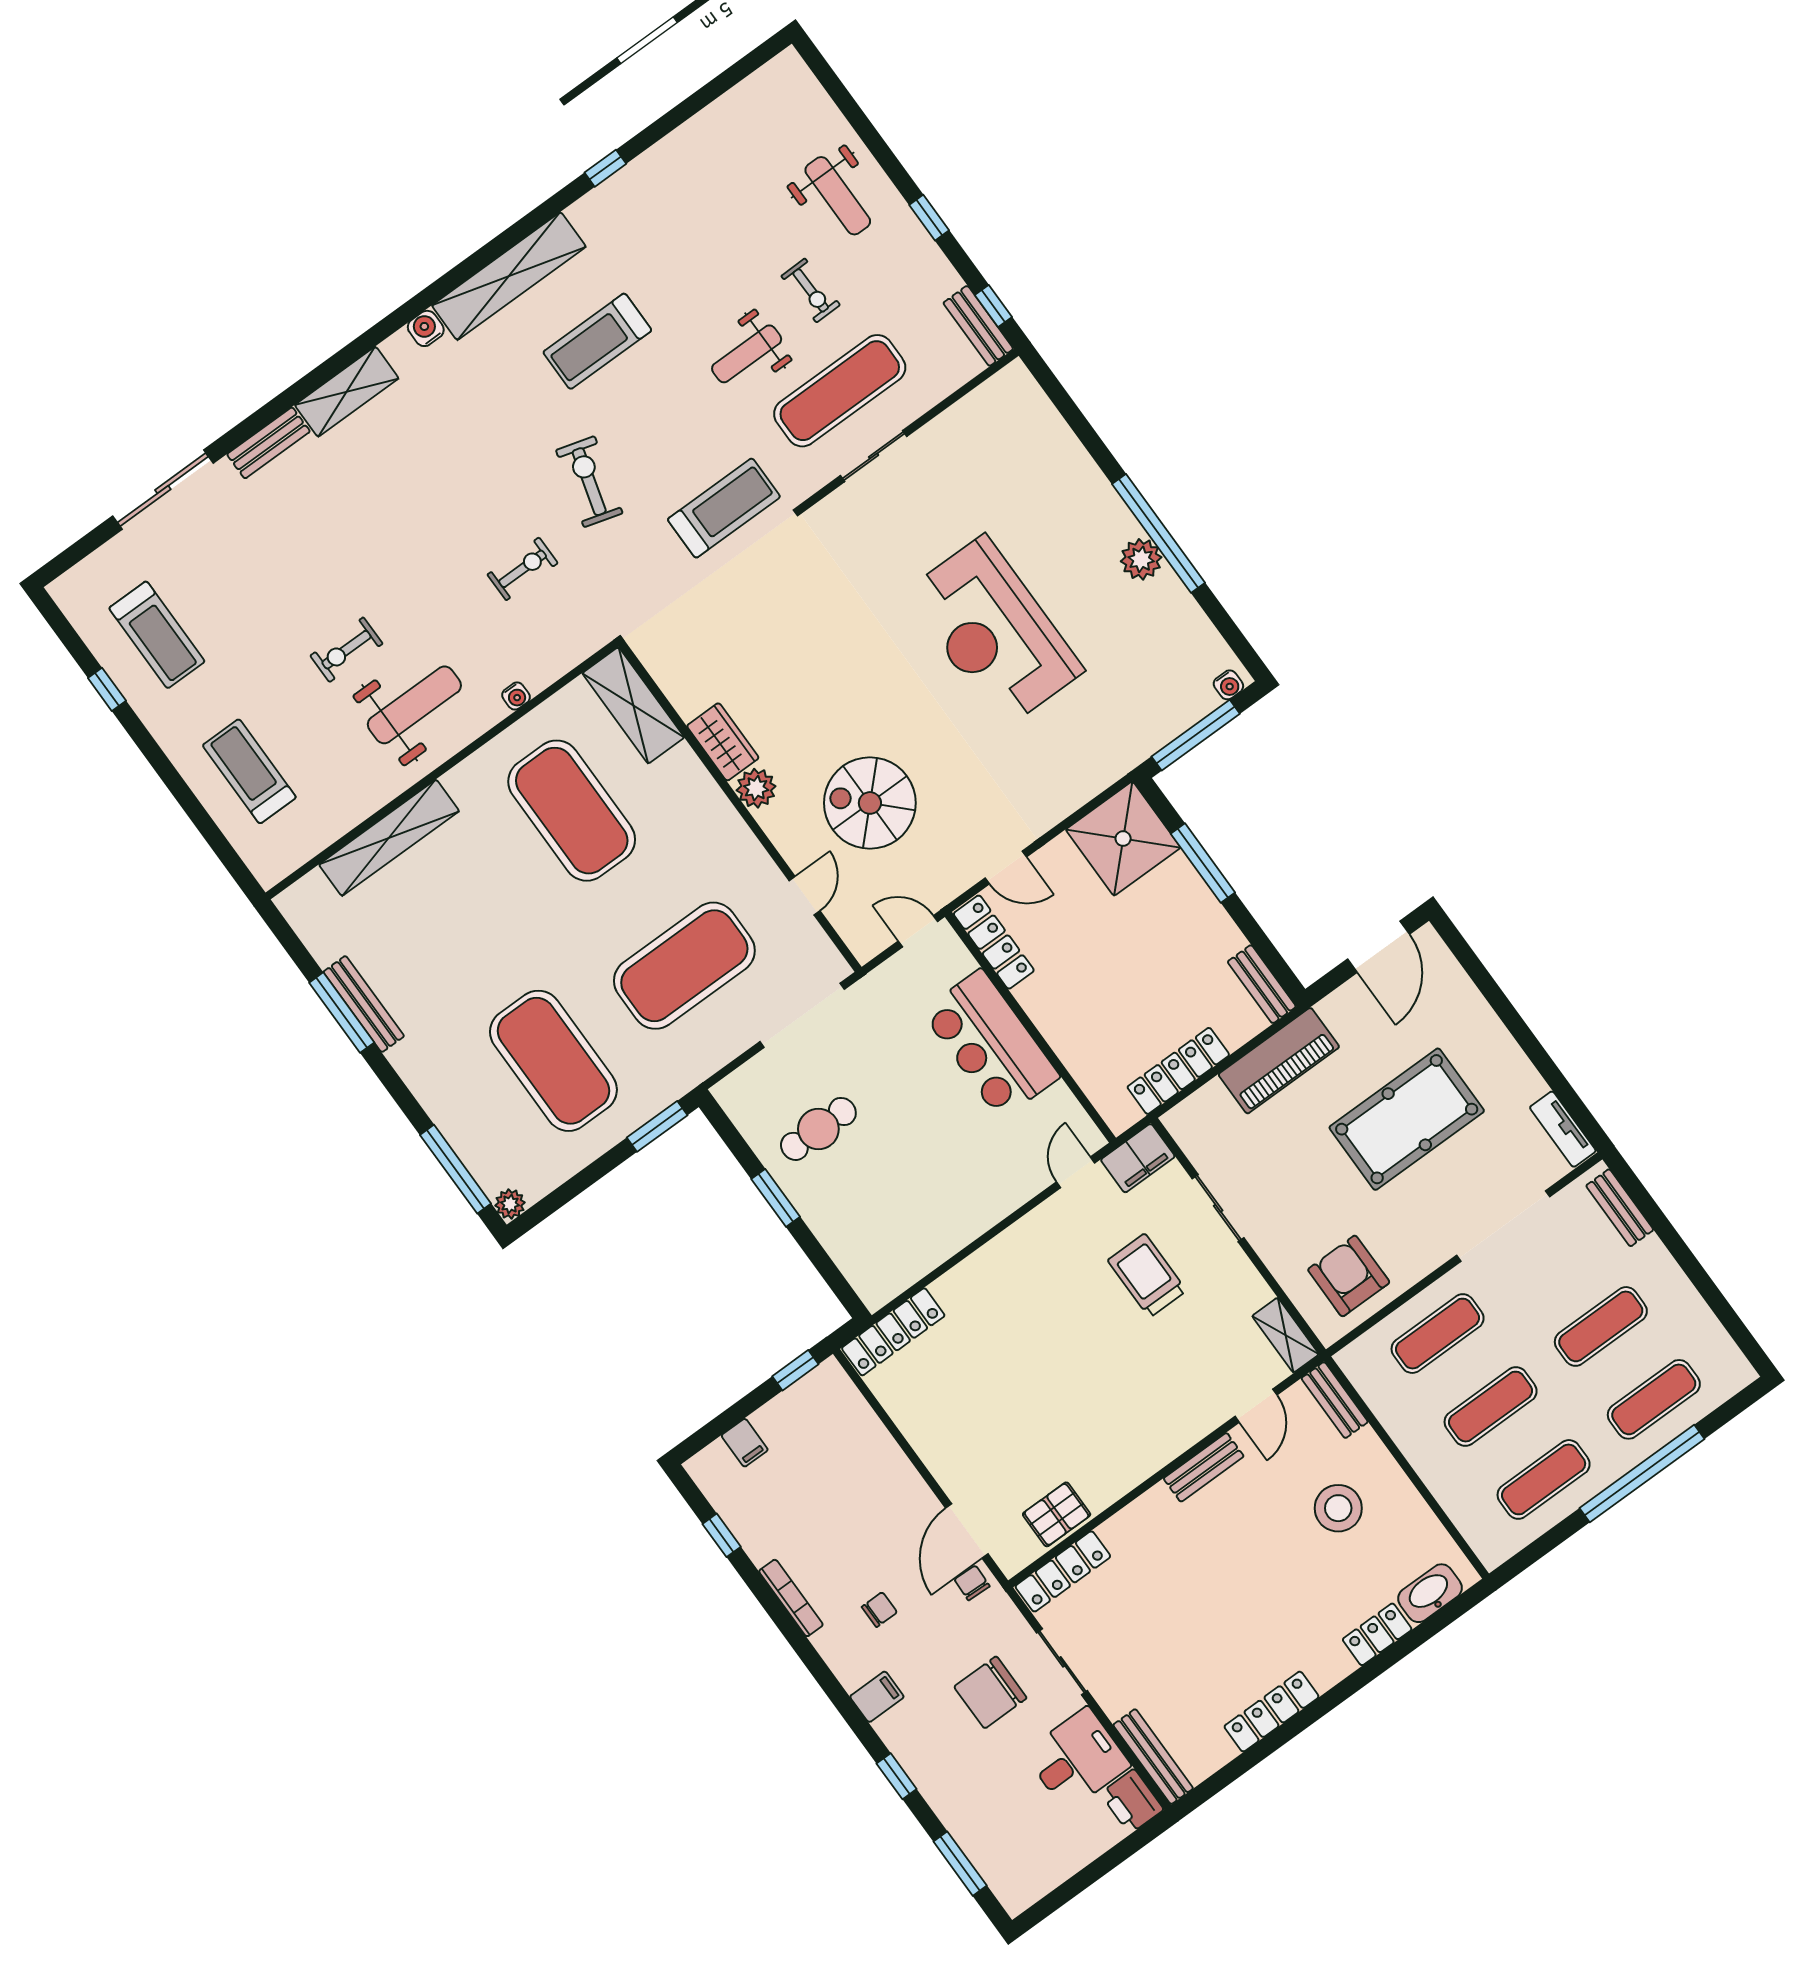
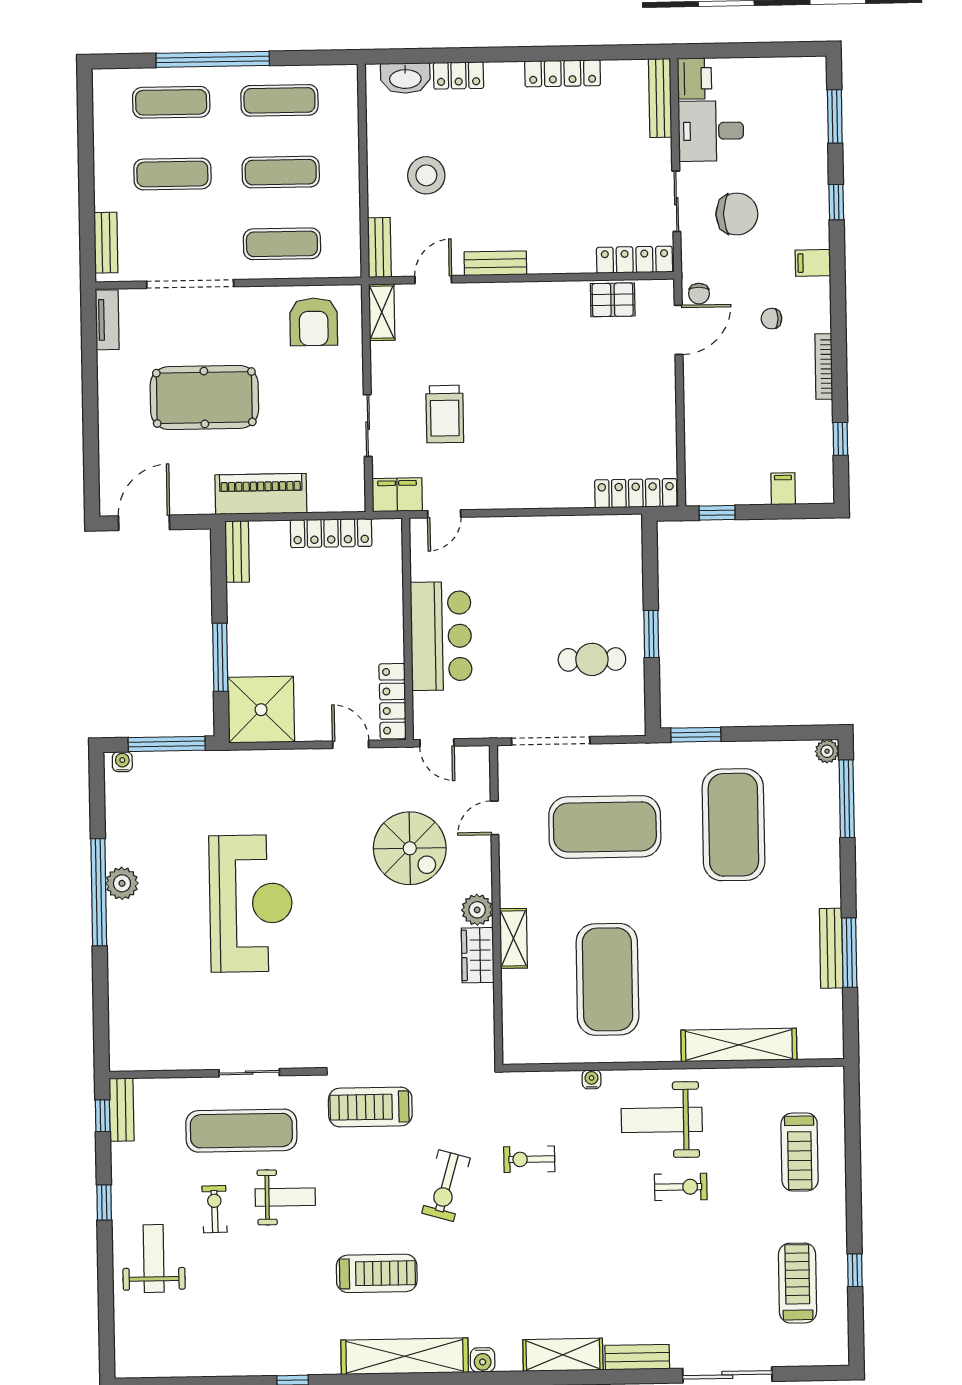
shelving: (633, 705) -> (513, 938), moved, width x0.67, depth x0.75

